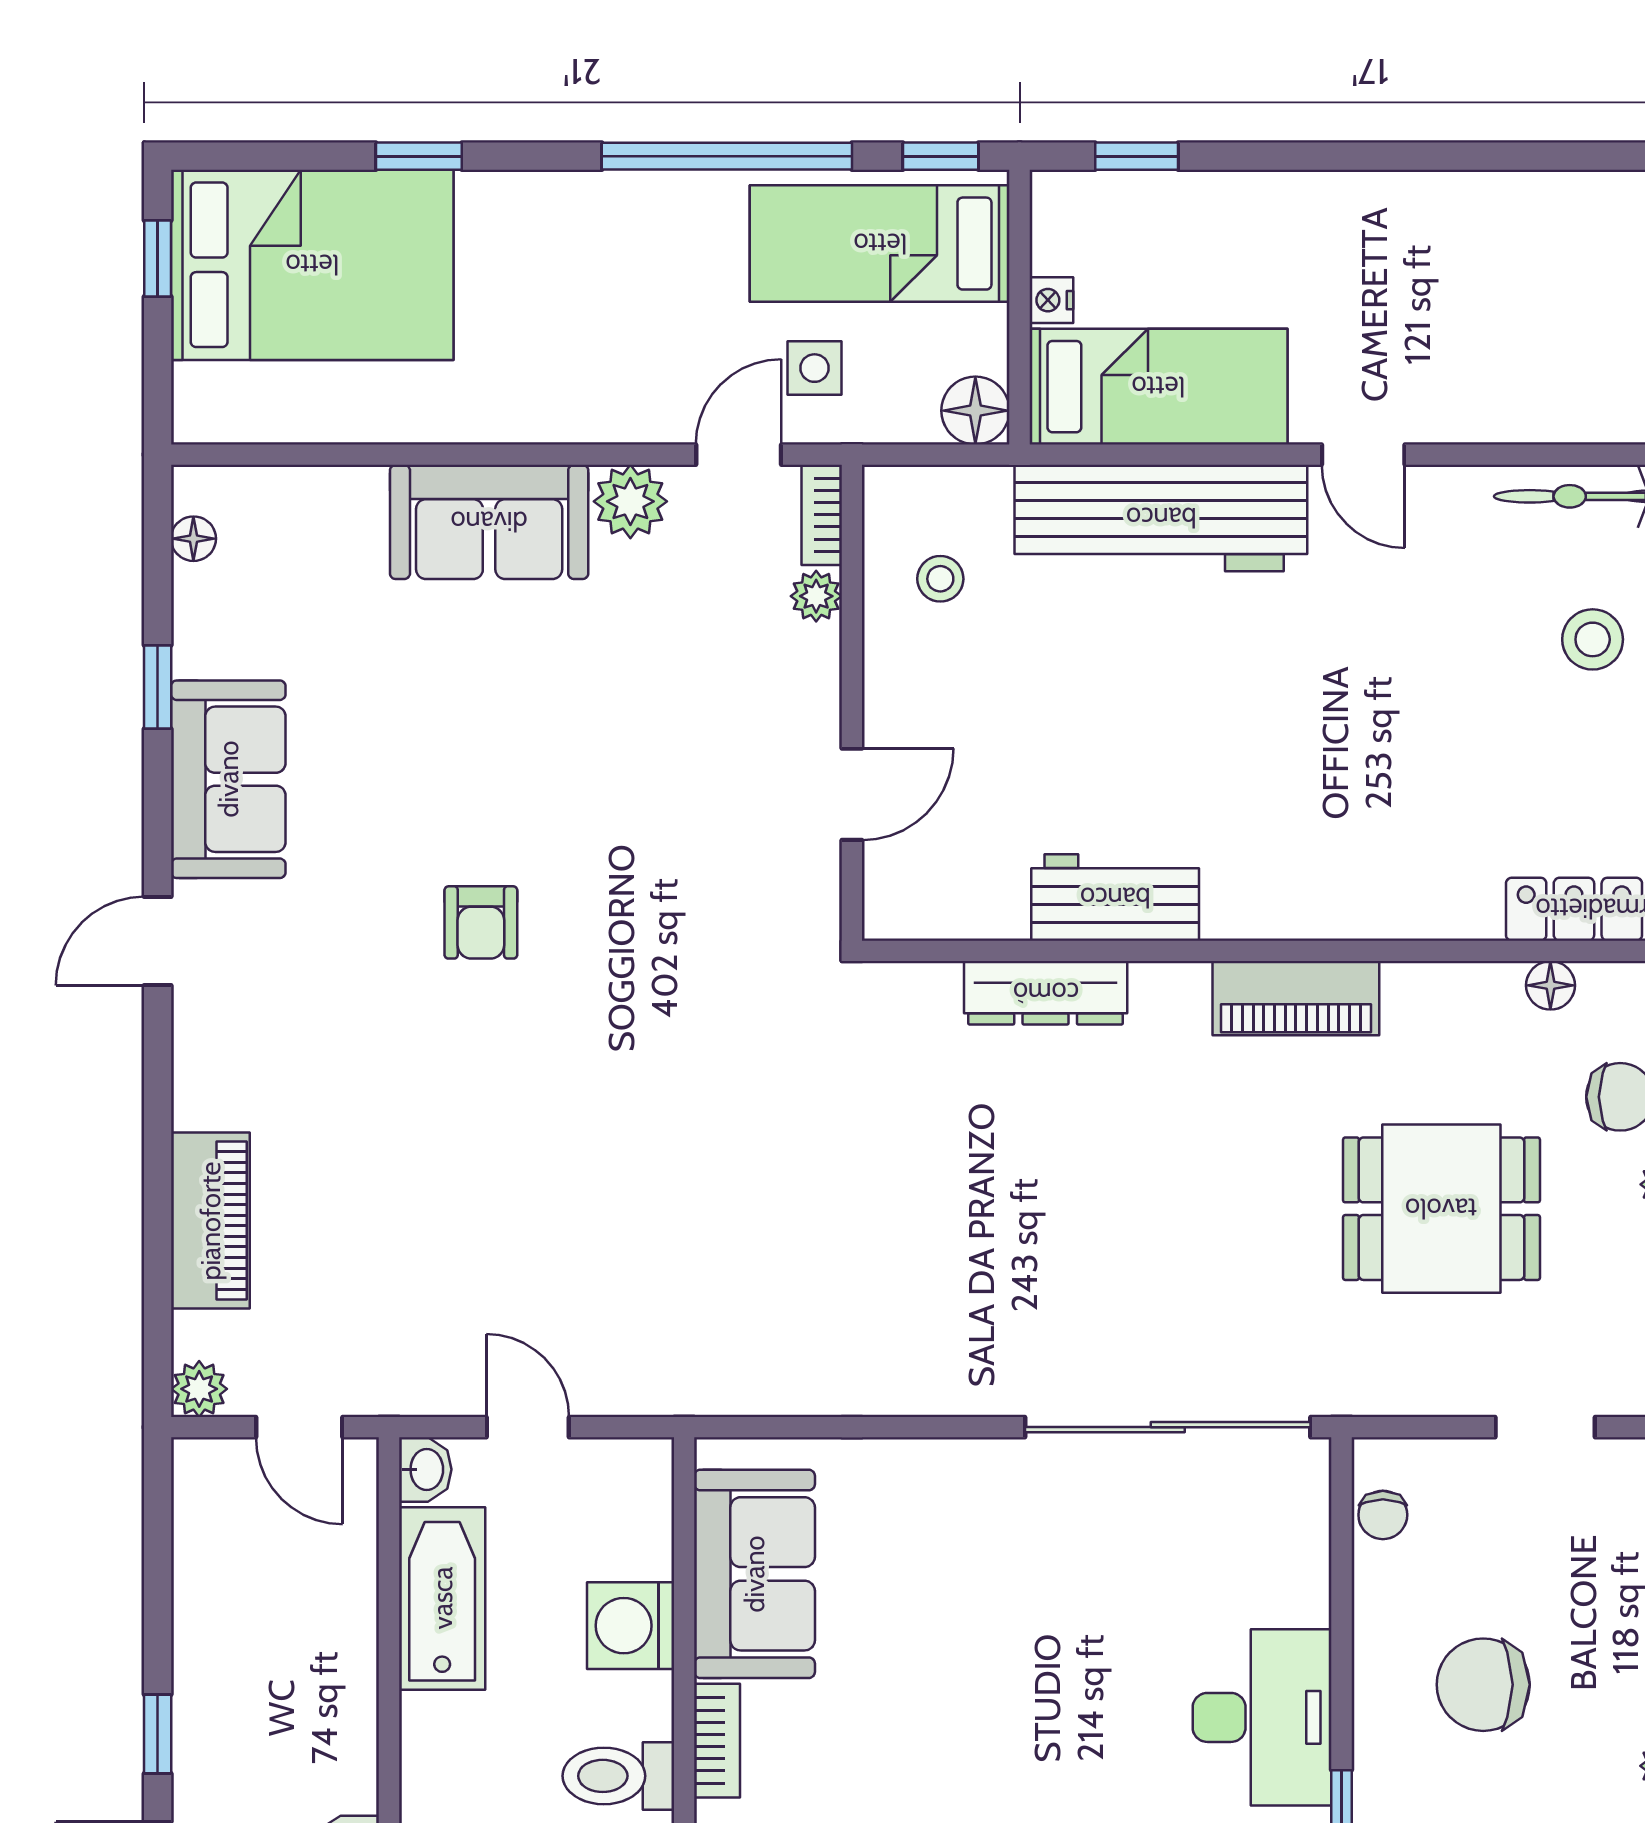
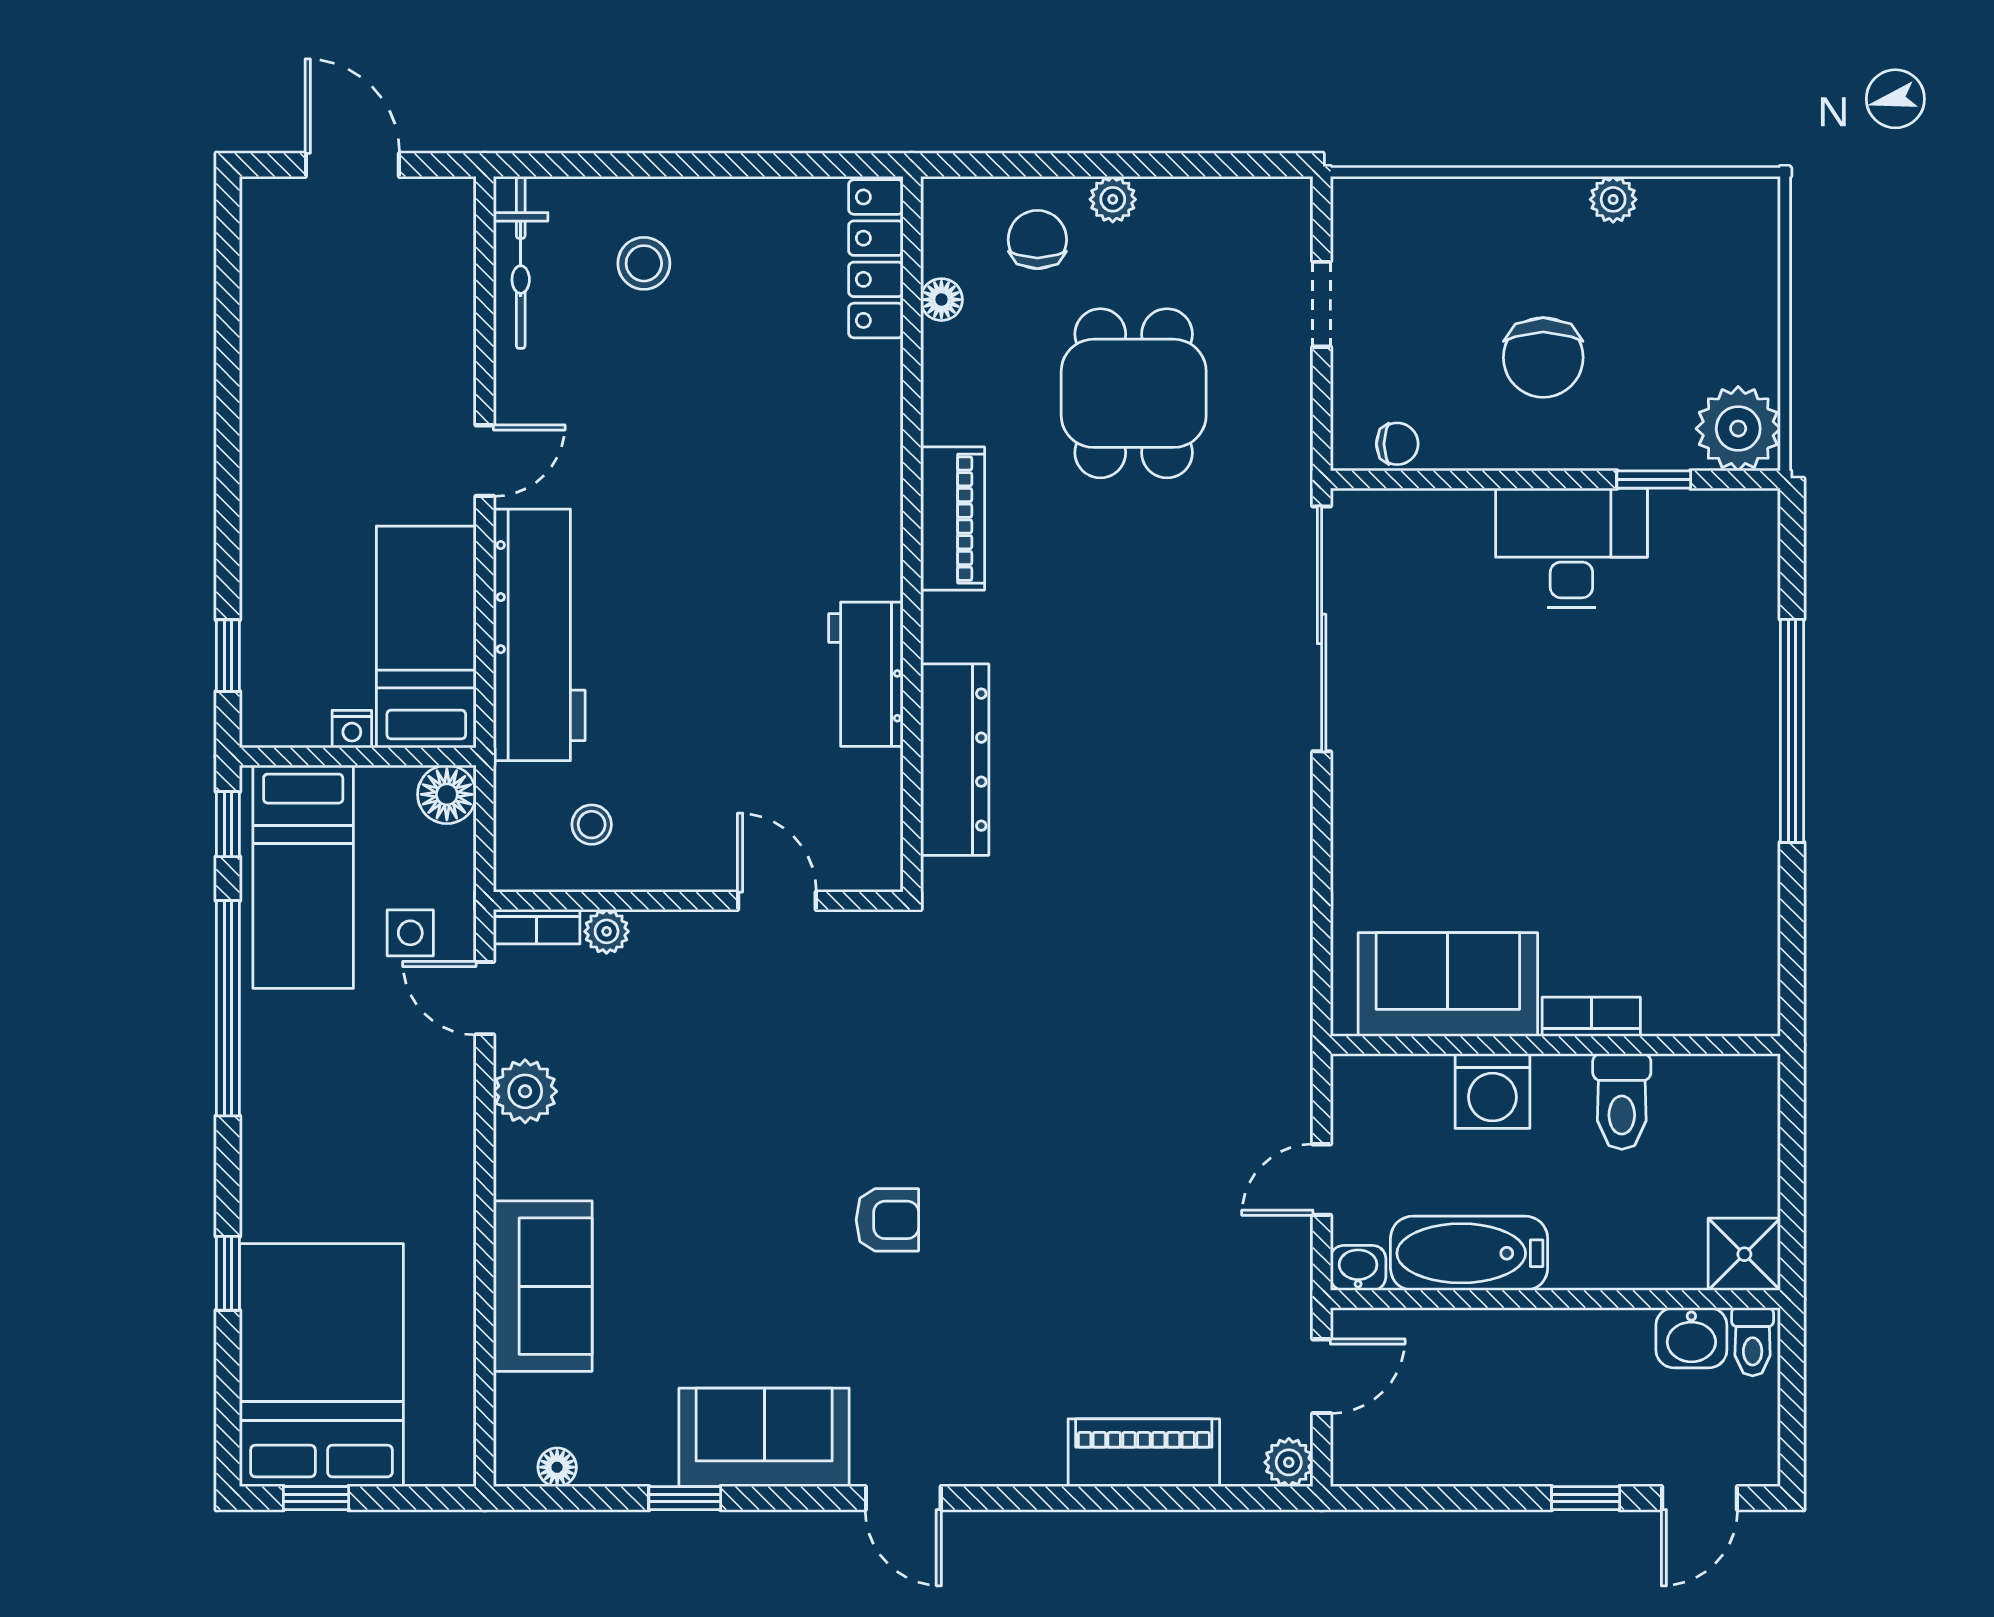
sofa: (489, 522) -> (543, 1286), moved
dresser: (1046, 993) -> (955, 760), width x1.37, depth x1.24

